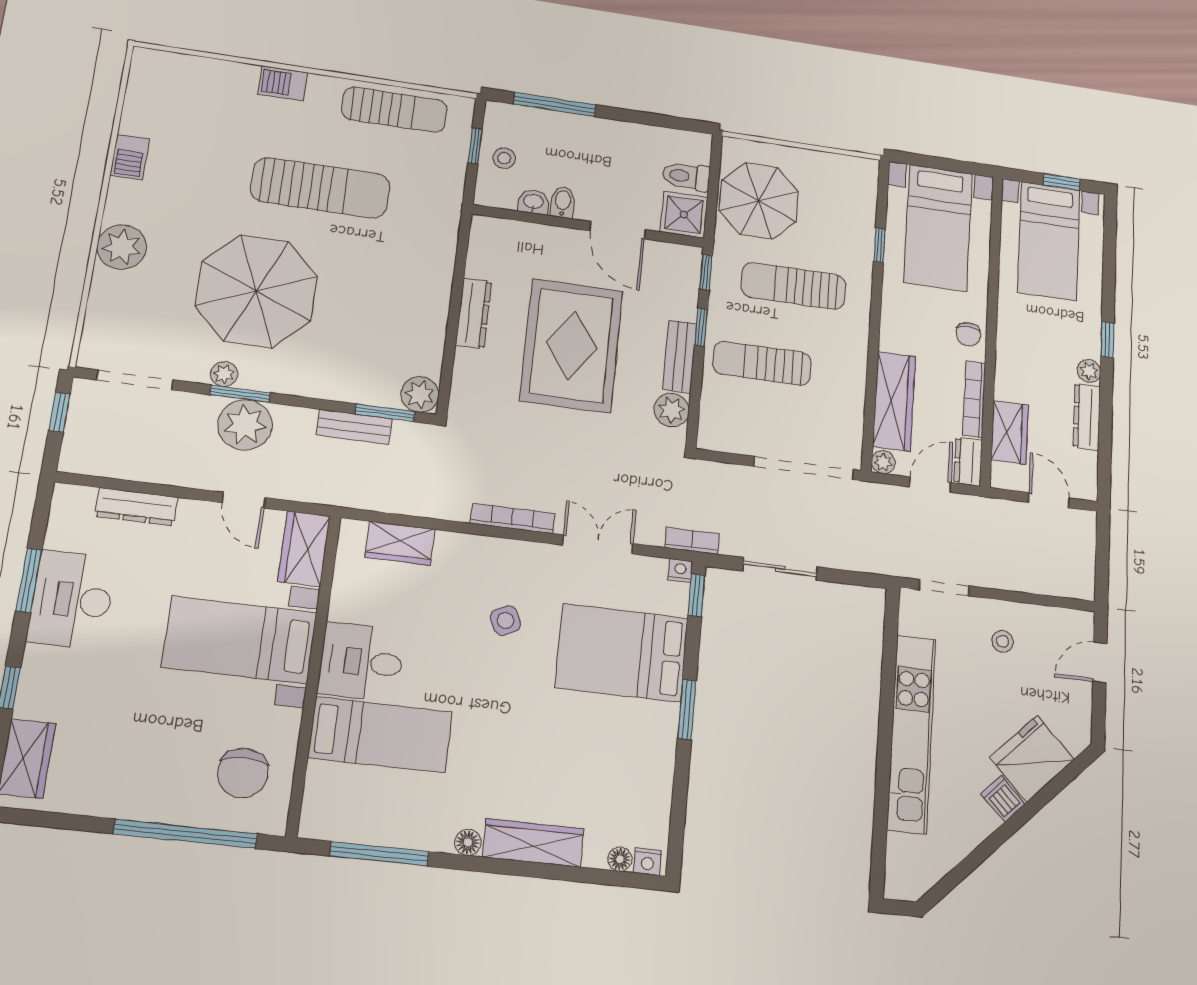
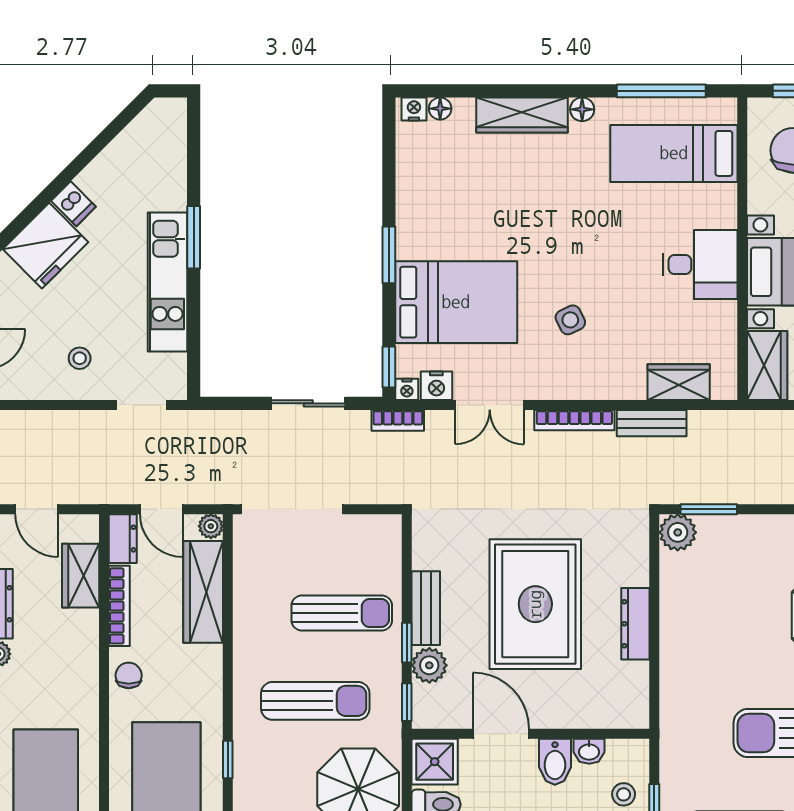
bidet: (563, 202) -> (555, 762), width x1.38, depth x1.36
plant: (672, 410) -> (429, 665), moved
bench: (354, 427) -> (652, 423), moved
door: (930, 485) -> (161, 509), hinge flipped
nightstand: (650, 570) -> (436, 386), added
kitchen unit: (911, 734) -> (167, 282), width x0.73
bed: (380, 735) -> (674, 153), moved
window: (884, 751) -> (194, 237), added

